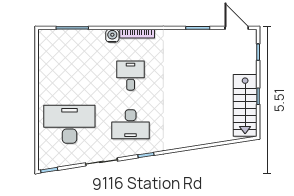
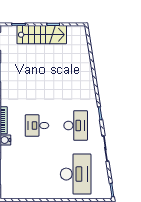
stairs: (245, 105) -> (42, 35), moved
desk: (69, 124) -> (76, 174), turned 180

